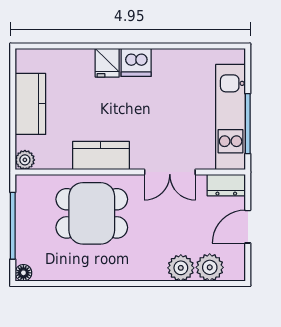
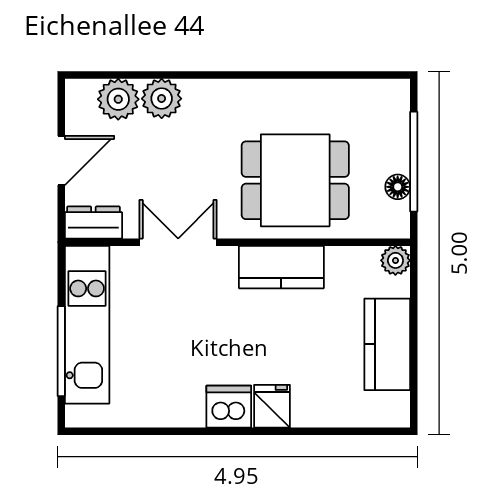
window: (248, 124) -> (61, 351), moved
floor lamp: (23, 273) -> (398, 187), moved

